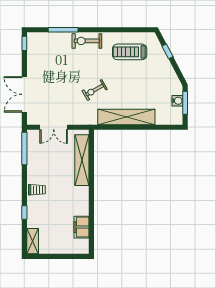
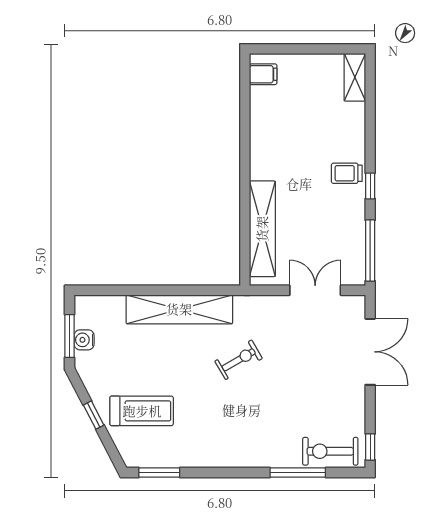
window: (137, 30) -> (159, 472), added
exercise bike: (87, 41) -> (330, 451), moved, turned 180
window: (167, 51) -> (94, 415), moved
treadmill: (130, 52) -> (142, 411), moved
window: (24, 212) -> (370, 186), moved
filing cabinet: (82, 227) -> (263, 74), moved, width x0.50

